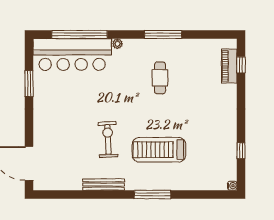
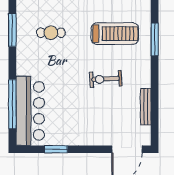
plant: (117, 44) -> (21, 71), removed
treadmill: (159, 150) -> (115, 34), turned -90
bench: (104, 185) -> (146, 107), moved

